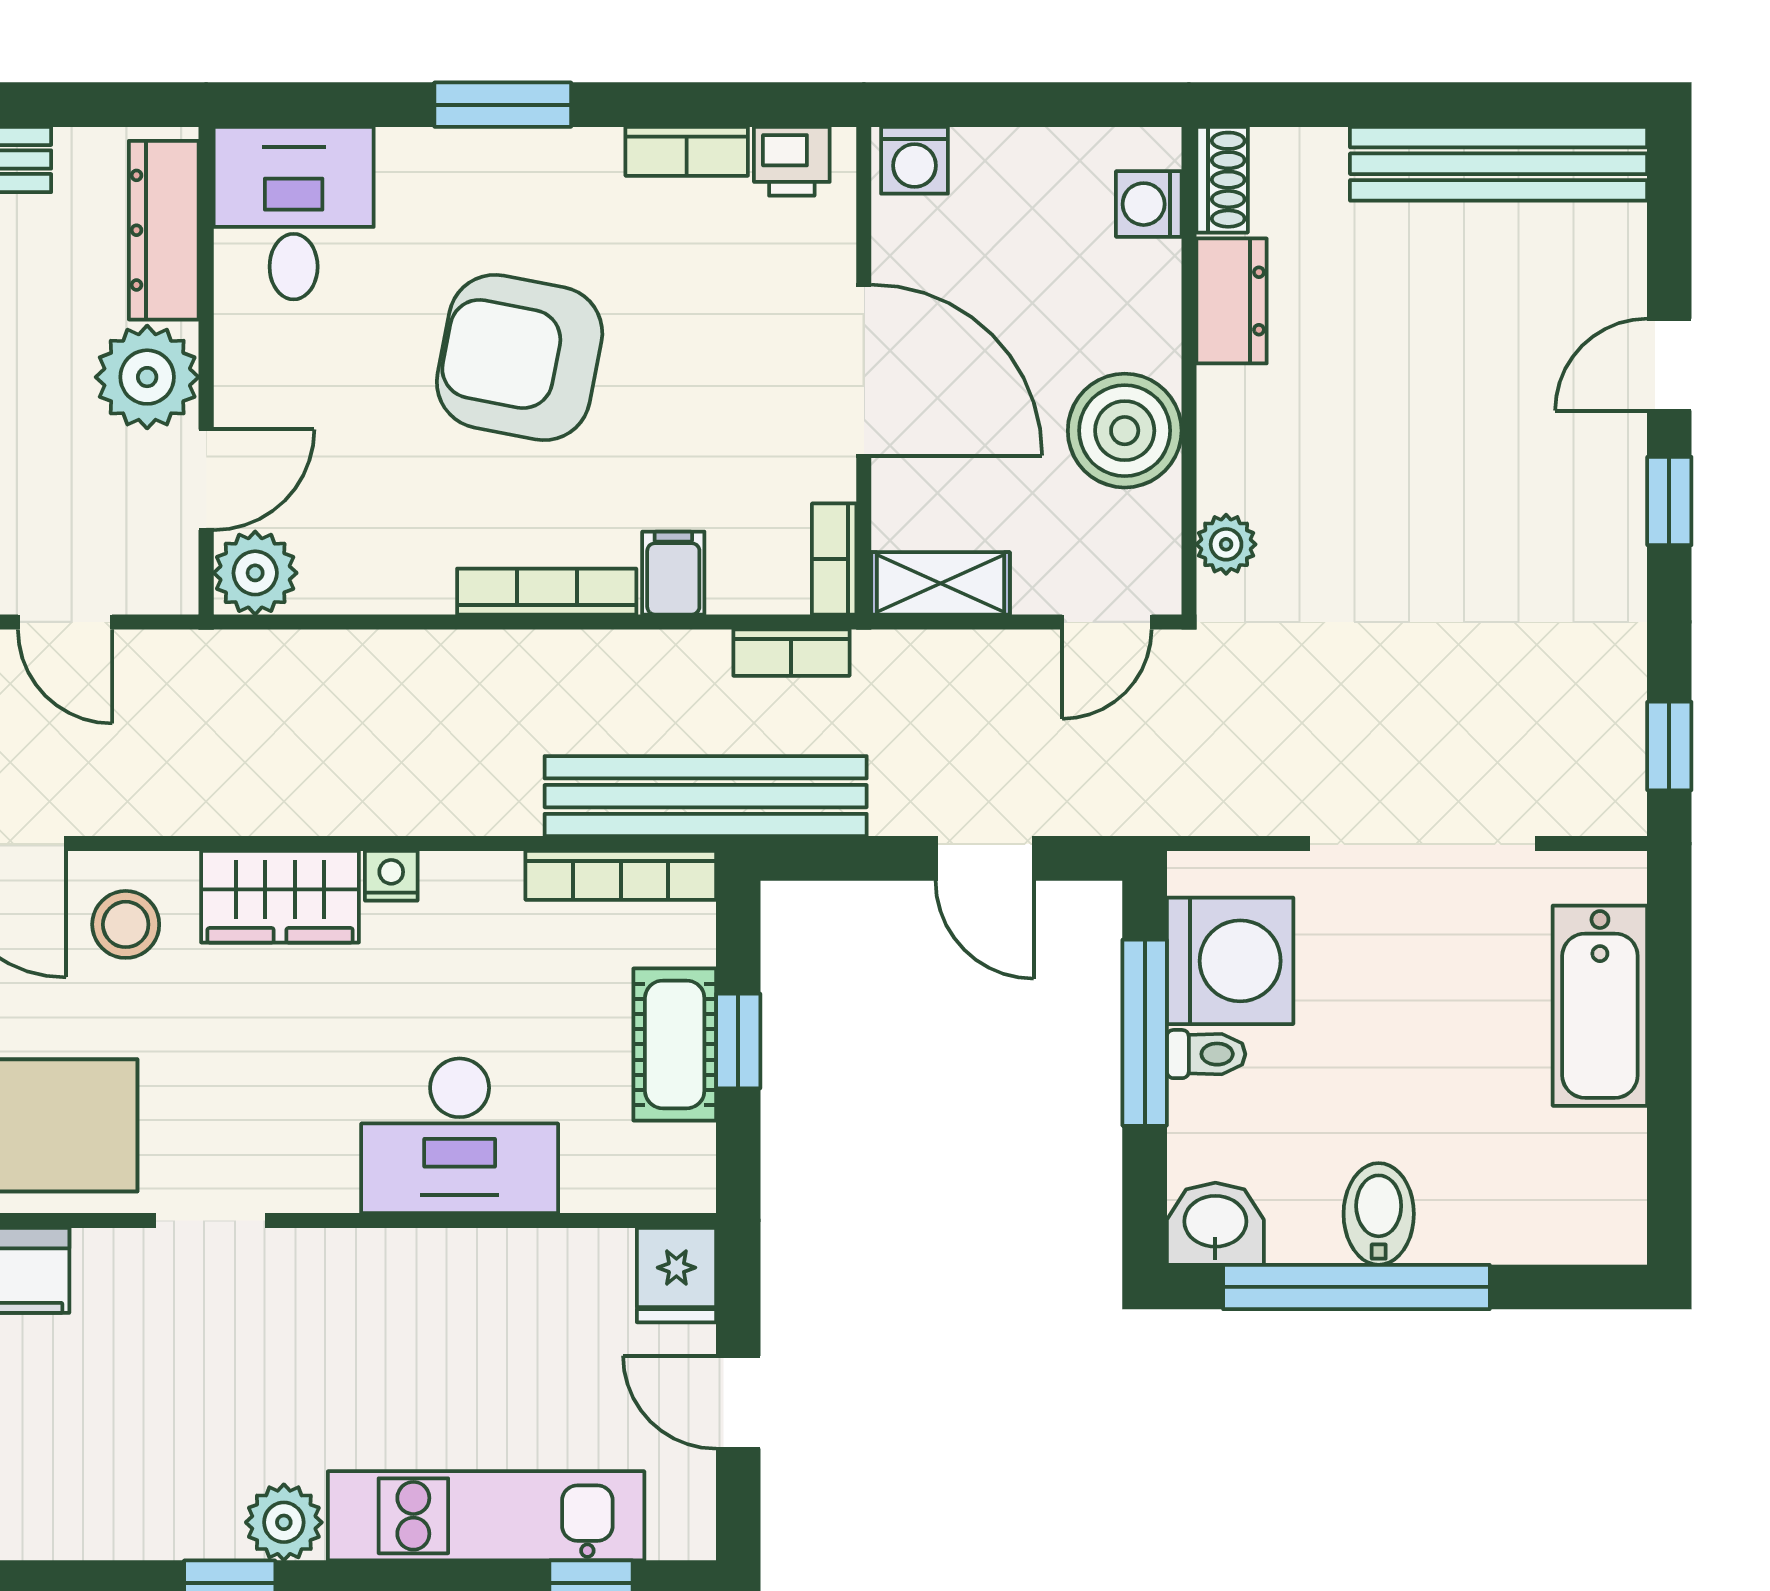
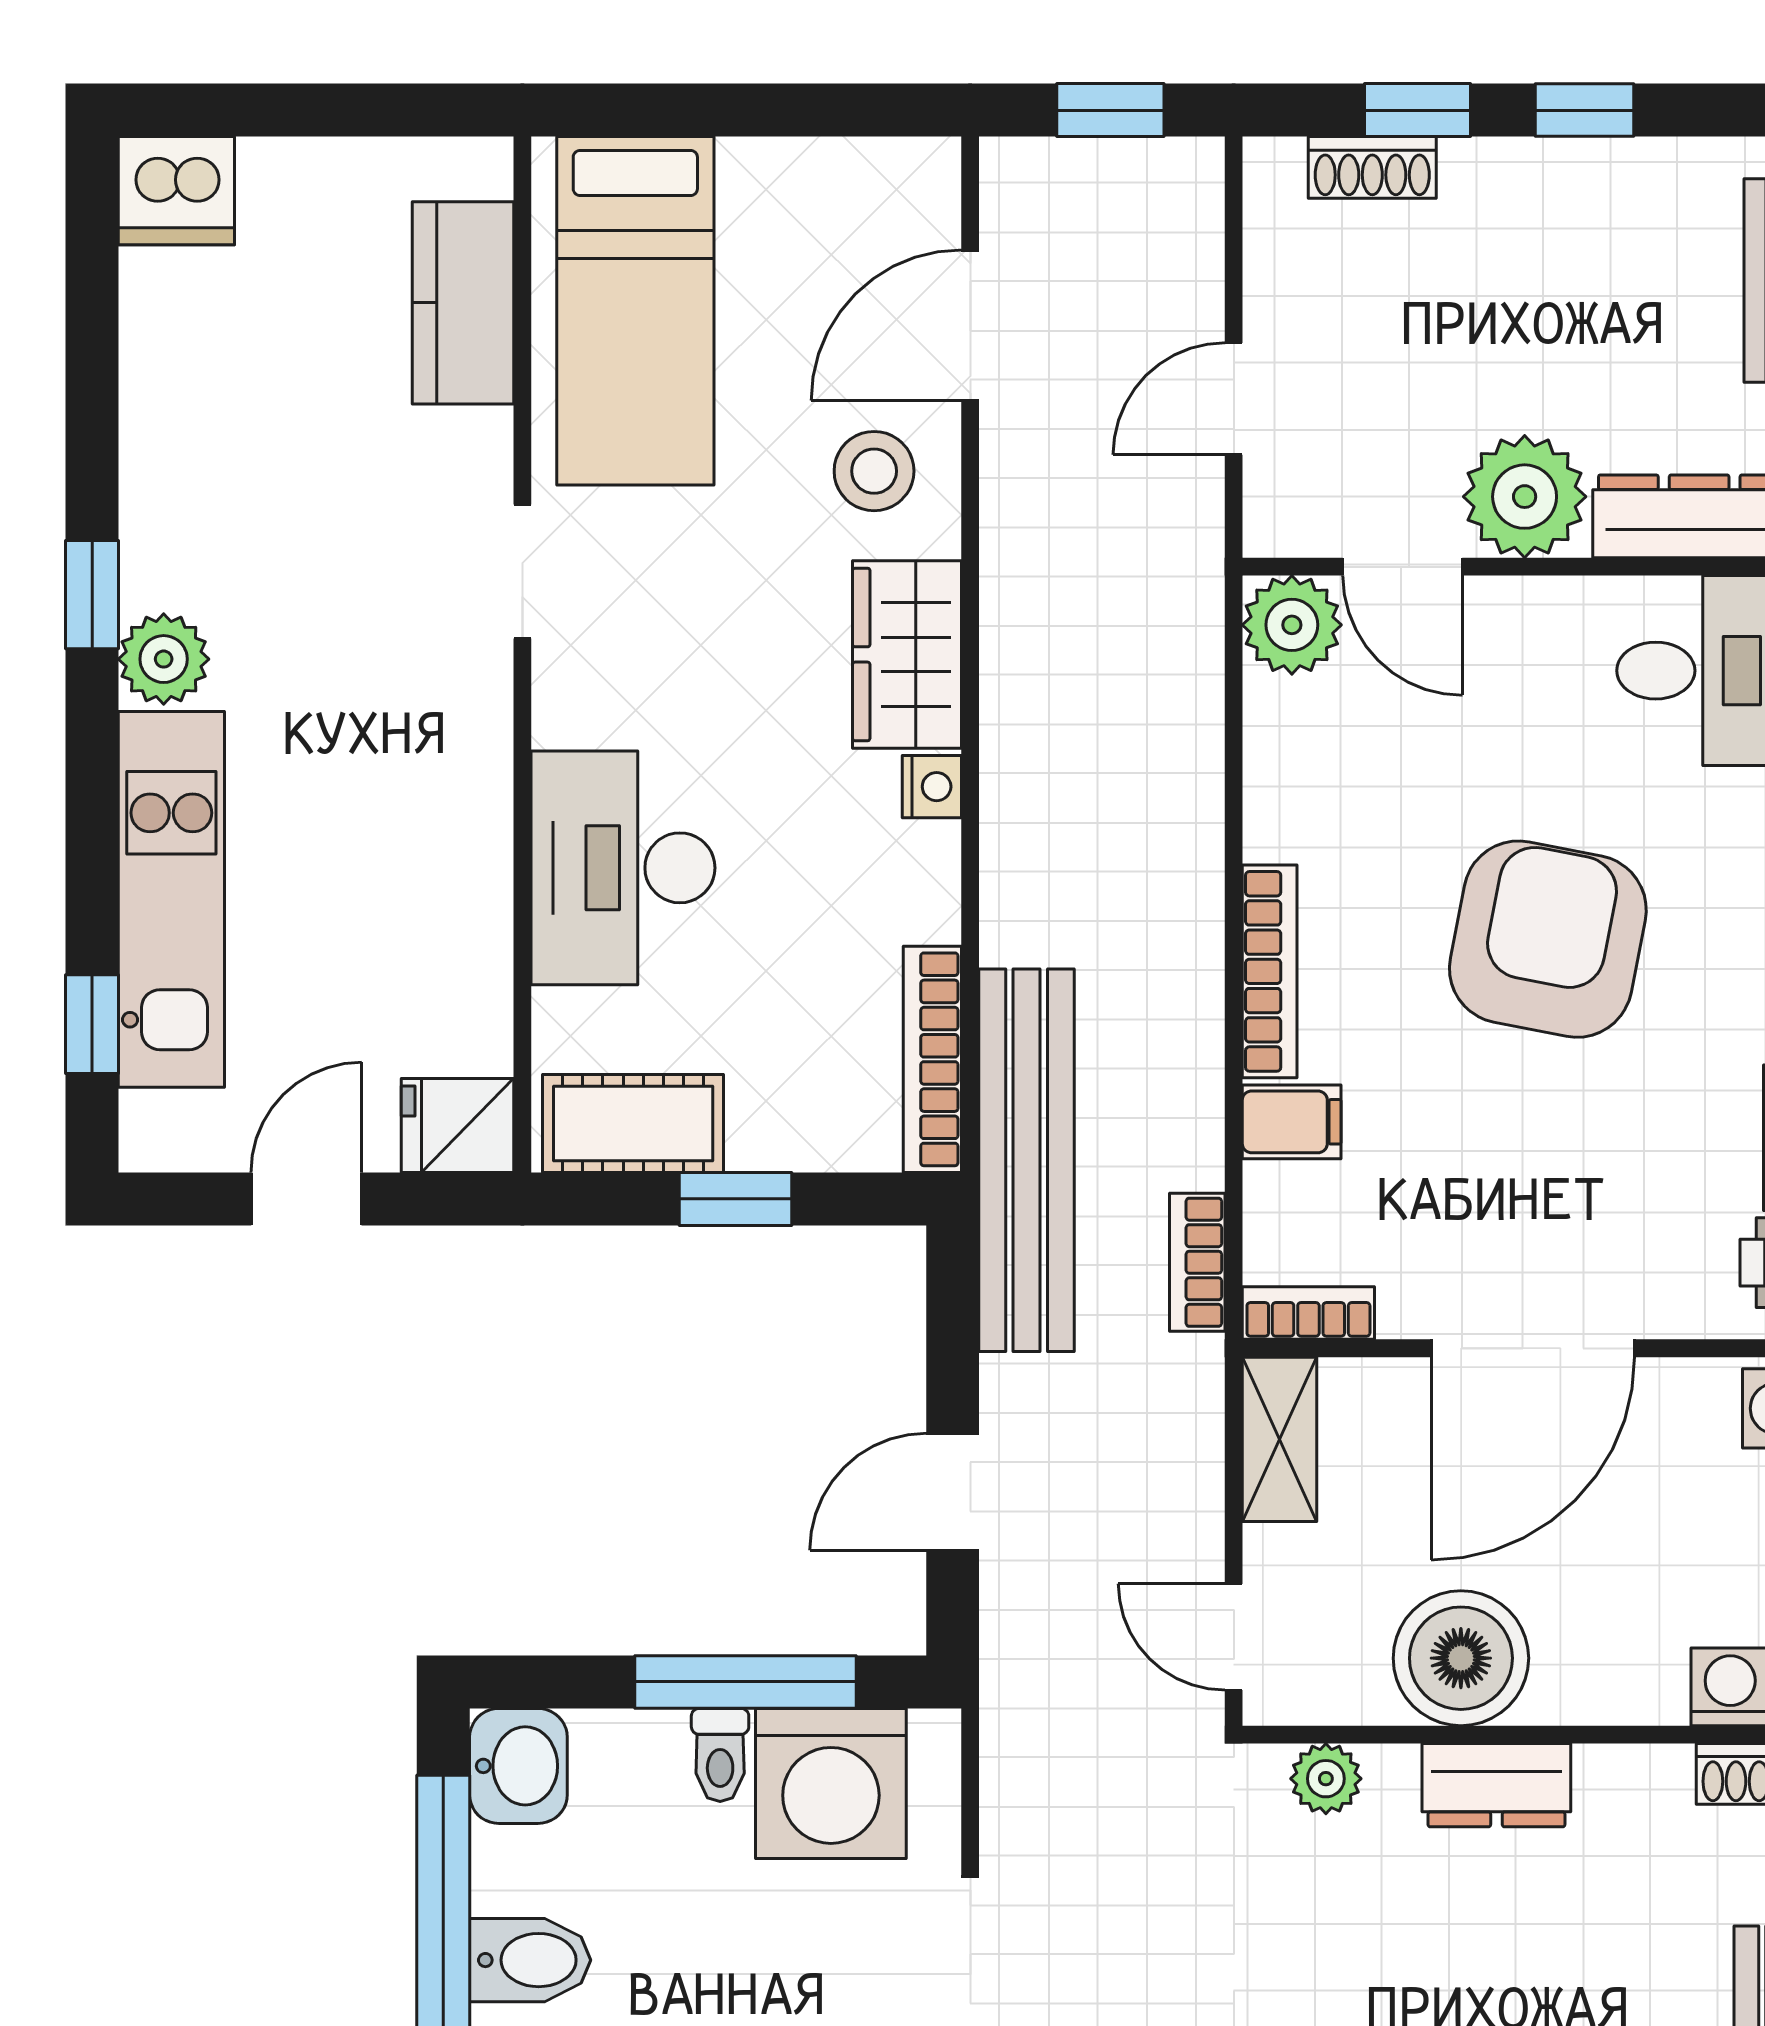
dresser: (1232, 301) -> (1496, 1785), moved
cot: (675, 1044) -> (633, 1123), moved

